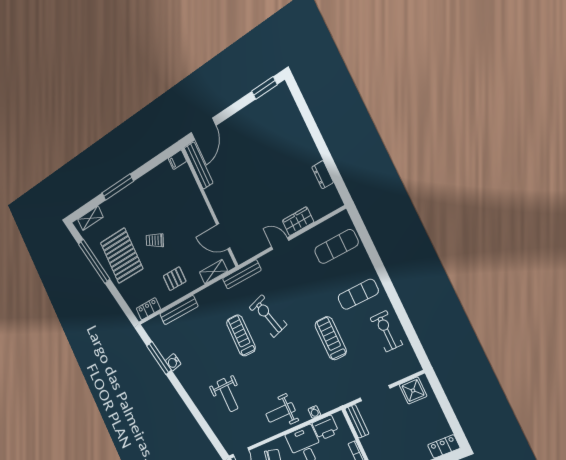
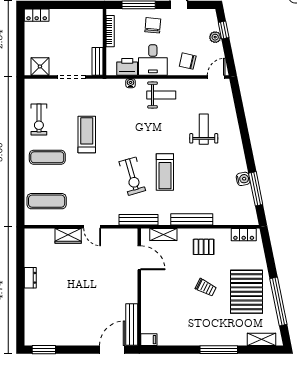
dresser: (323, 175) -> (30, 278), moved
bench: (179, 310) -> (192, 219), moved
treadmill: (331, 338) -> (87, 135), turned 180

